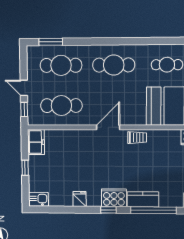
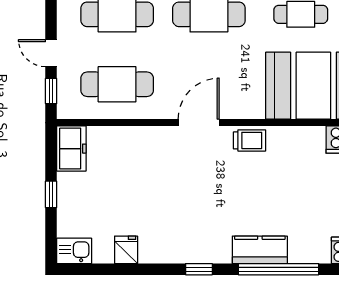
cooker: (114, 198) -> (209, 247), removed
fridge: (80, 199) -> (126, 250), moved

